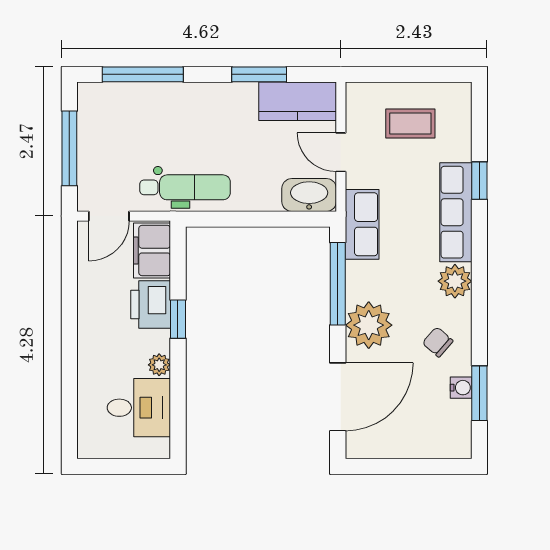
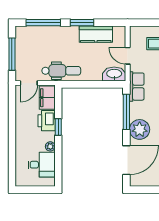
window: (259, 74) -> (82, 23), moved
kitchen counter: (298, 101) -> (96, 34), moved

